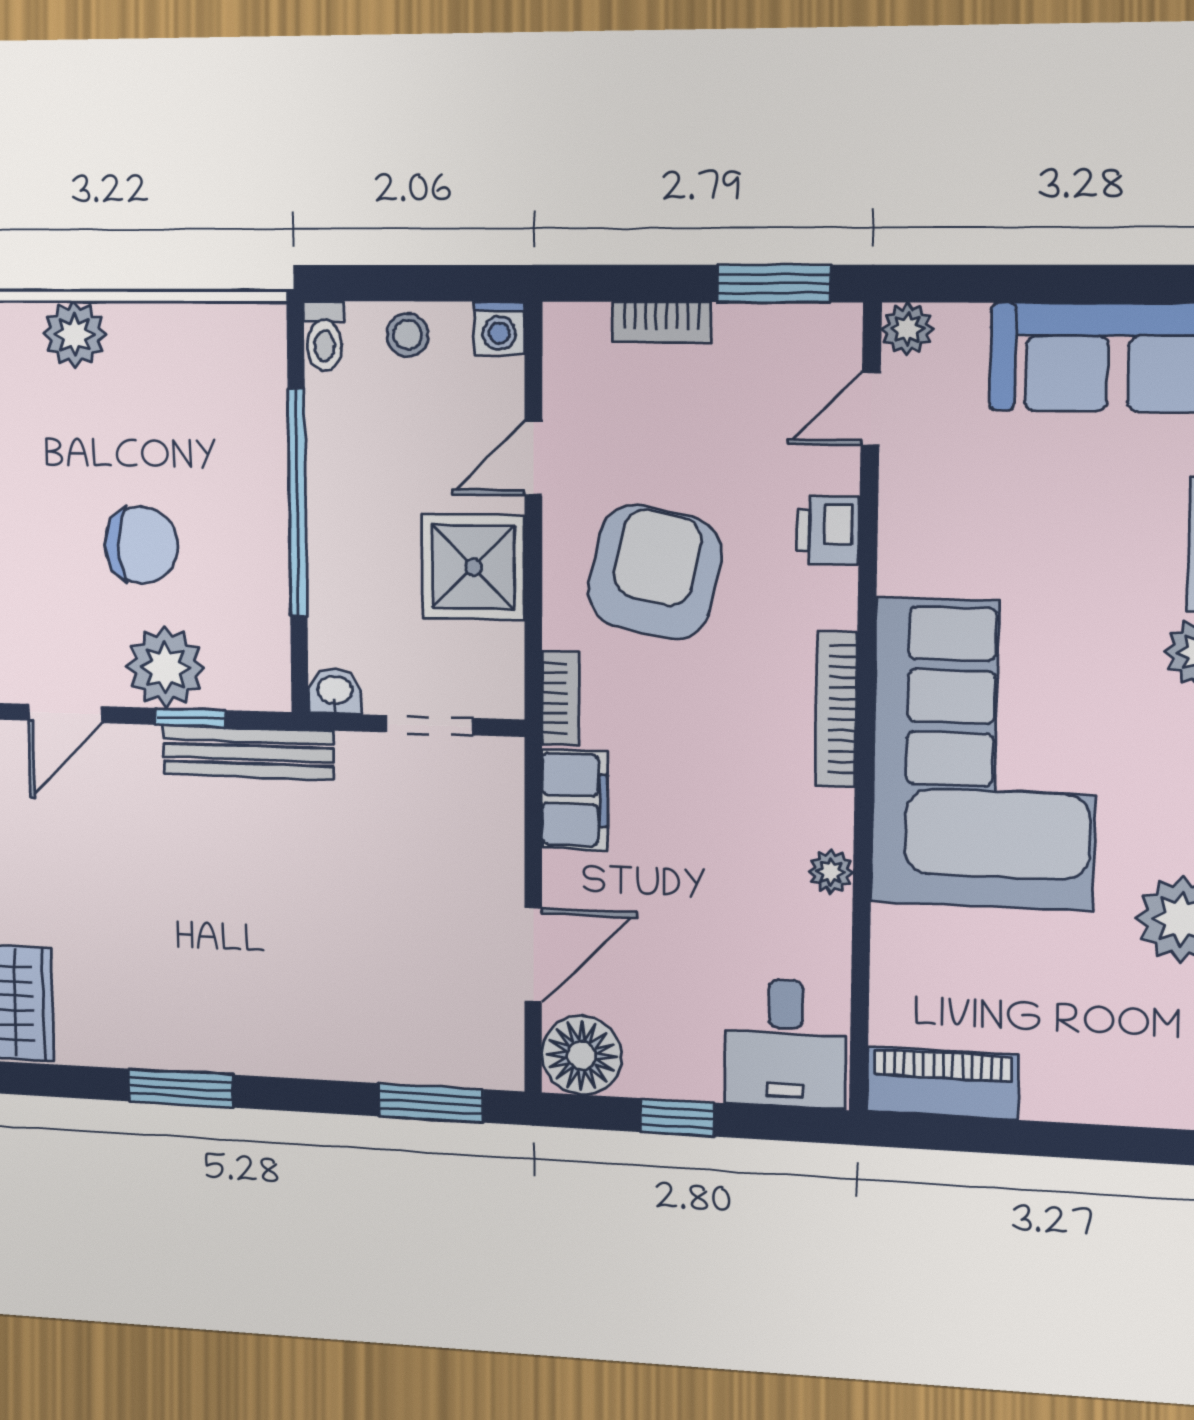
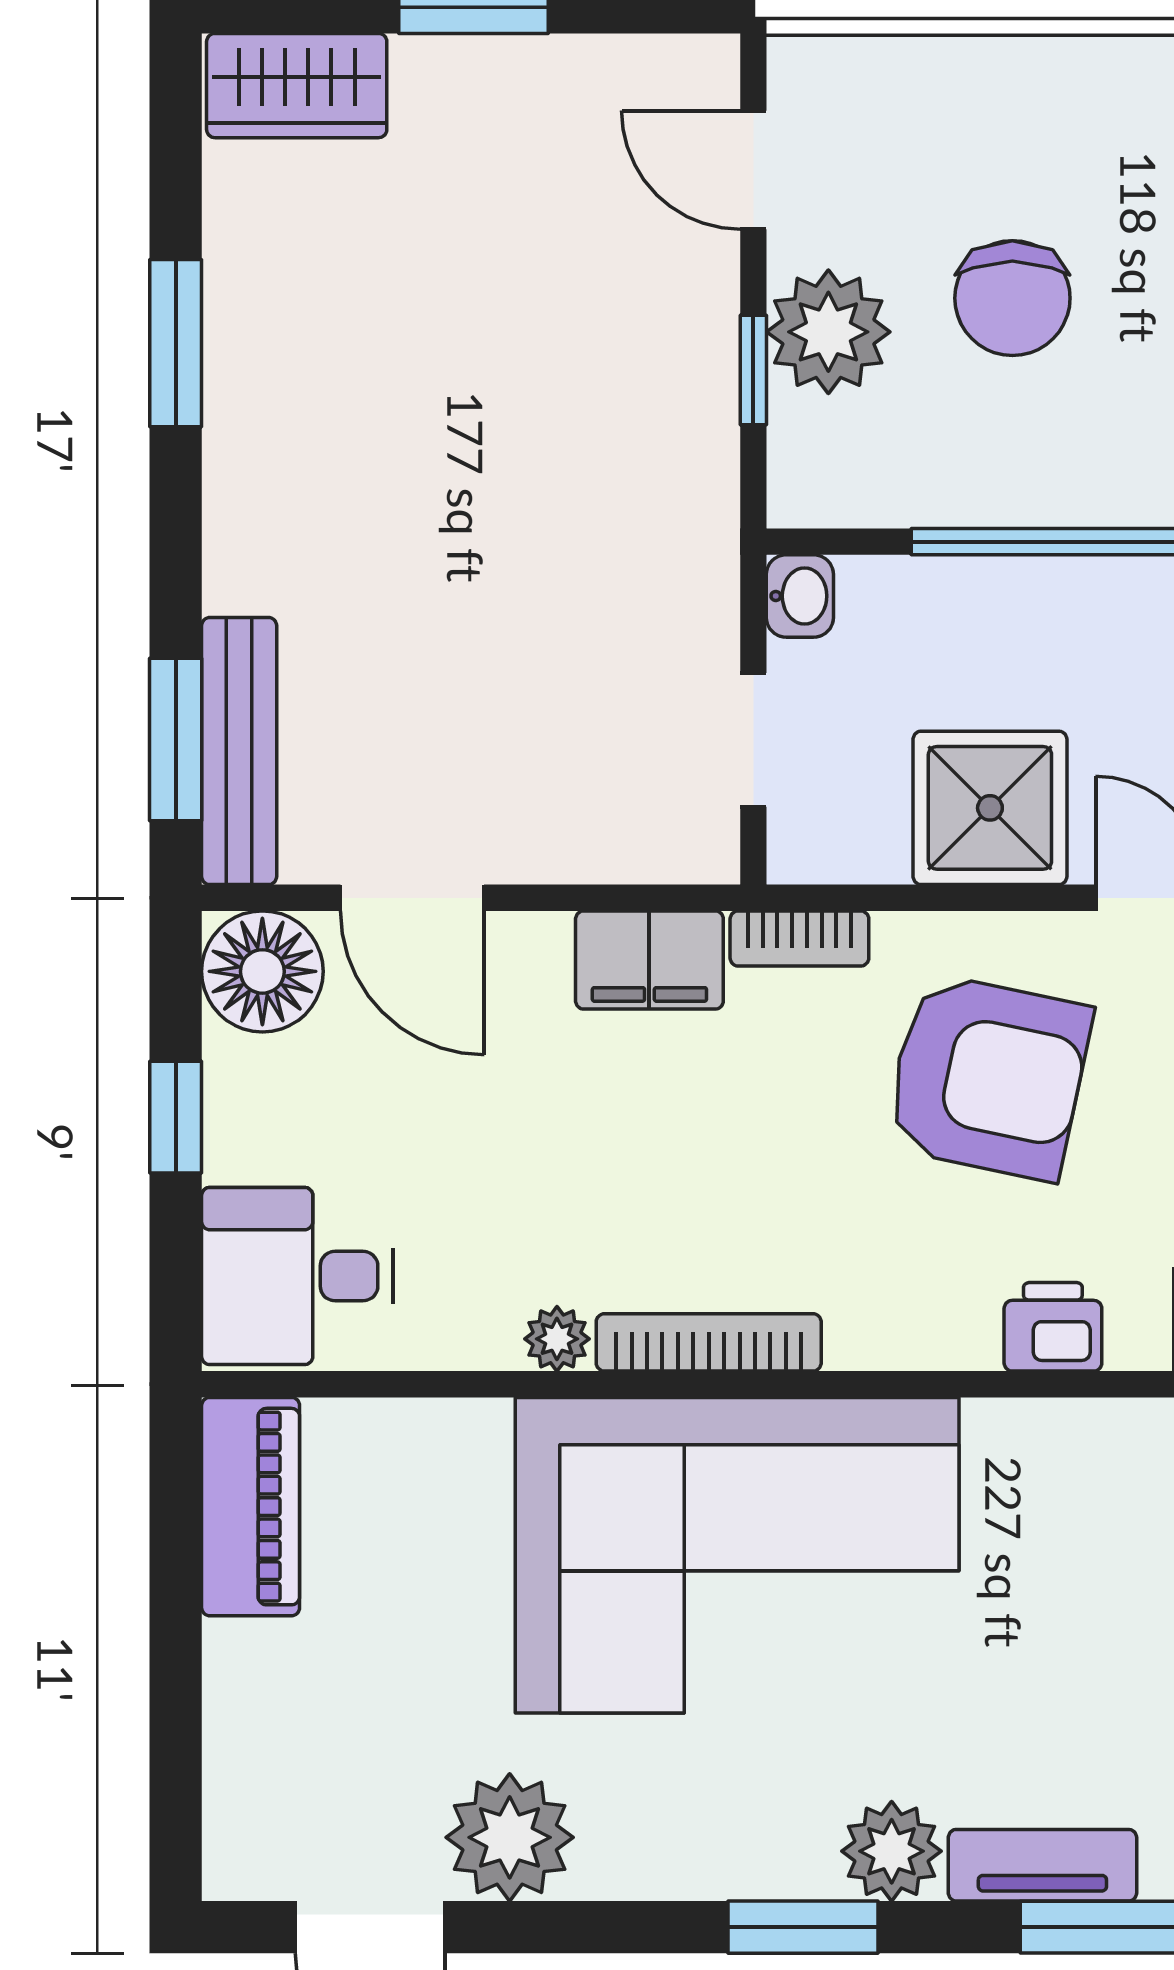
bookcase: (836, 709) -> (709, 1342), moved
bench: (248, 753) -> (239, 751), moved

